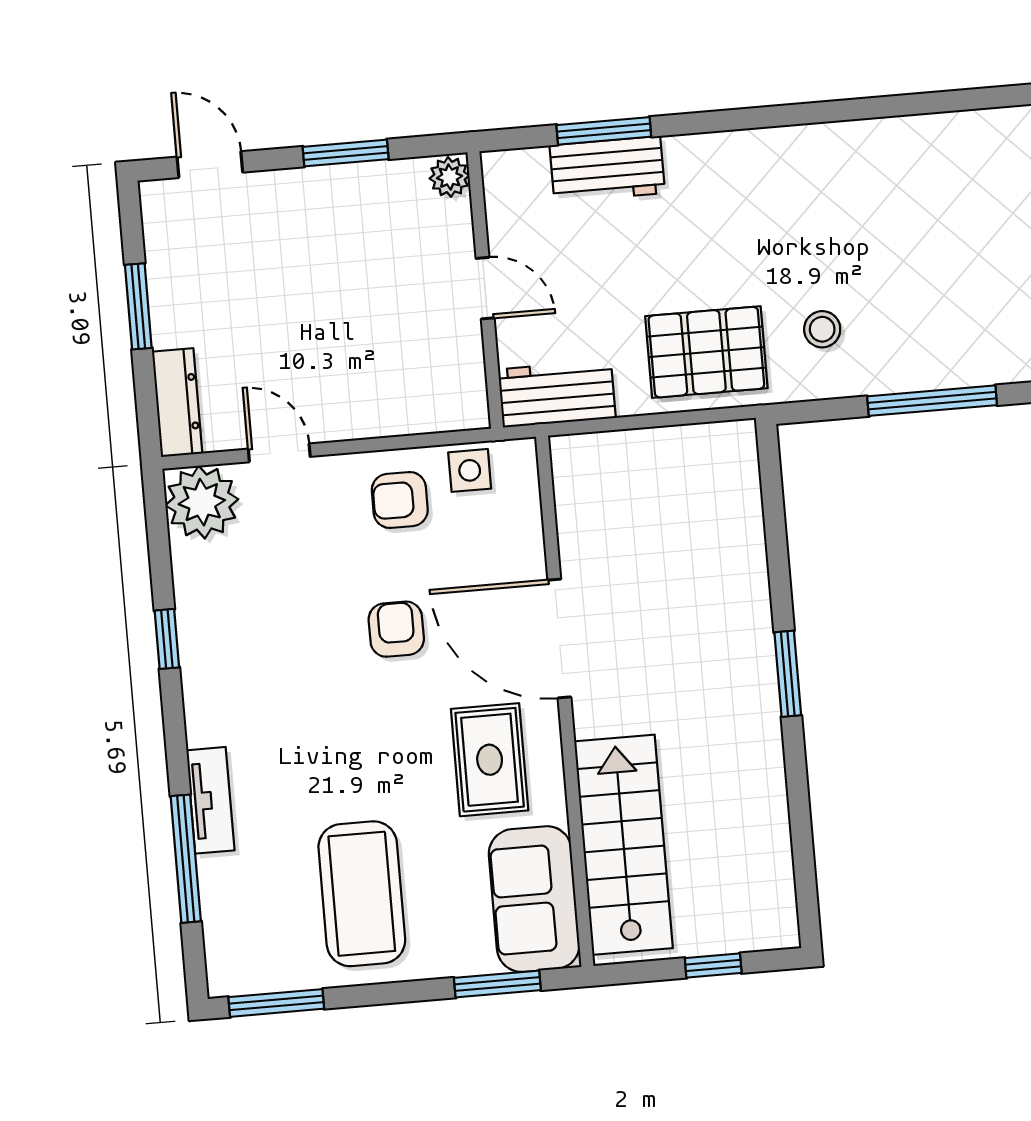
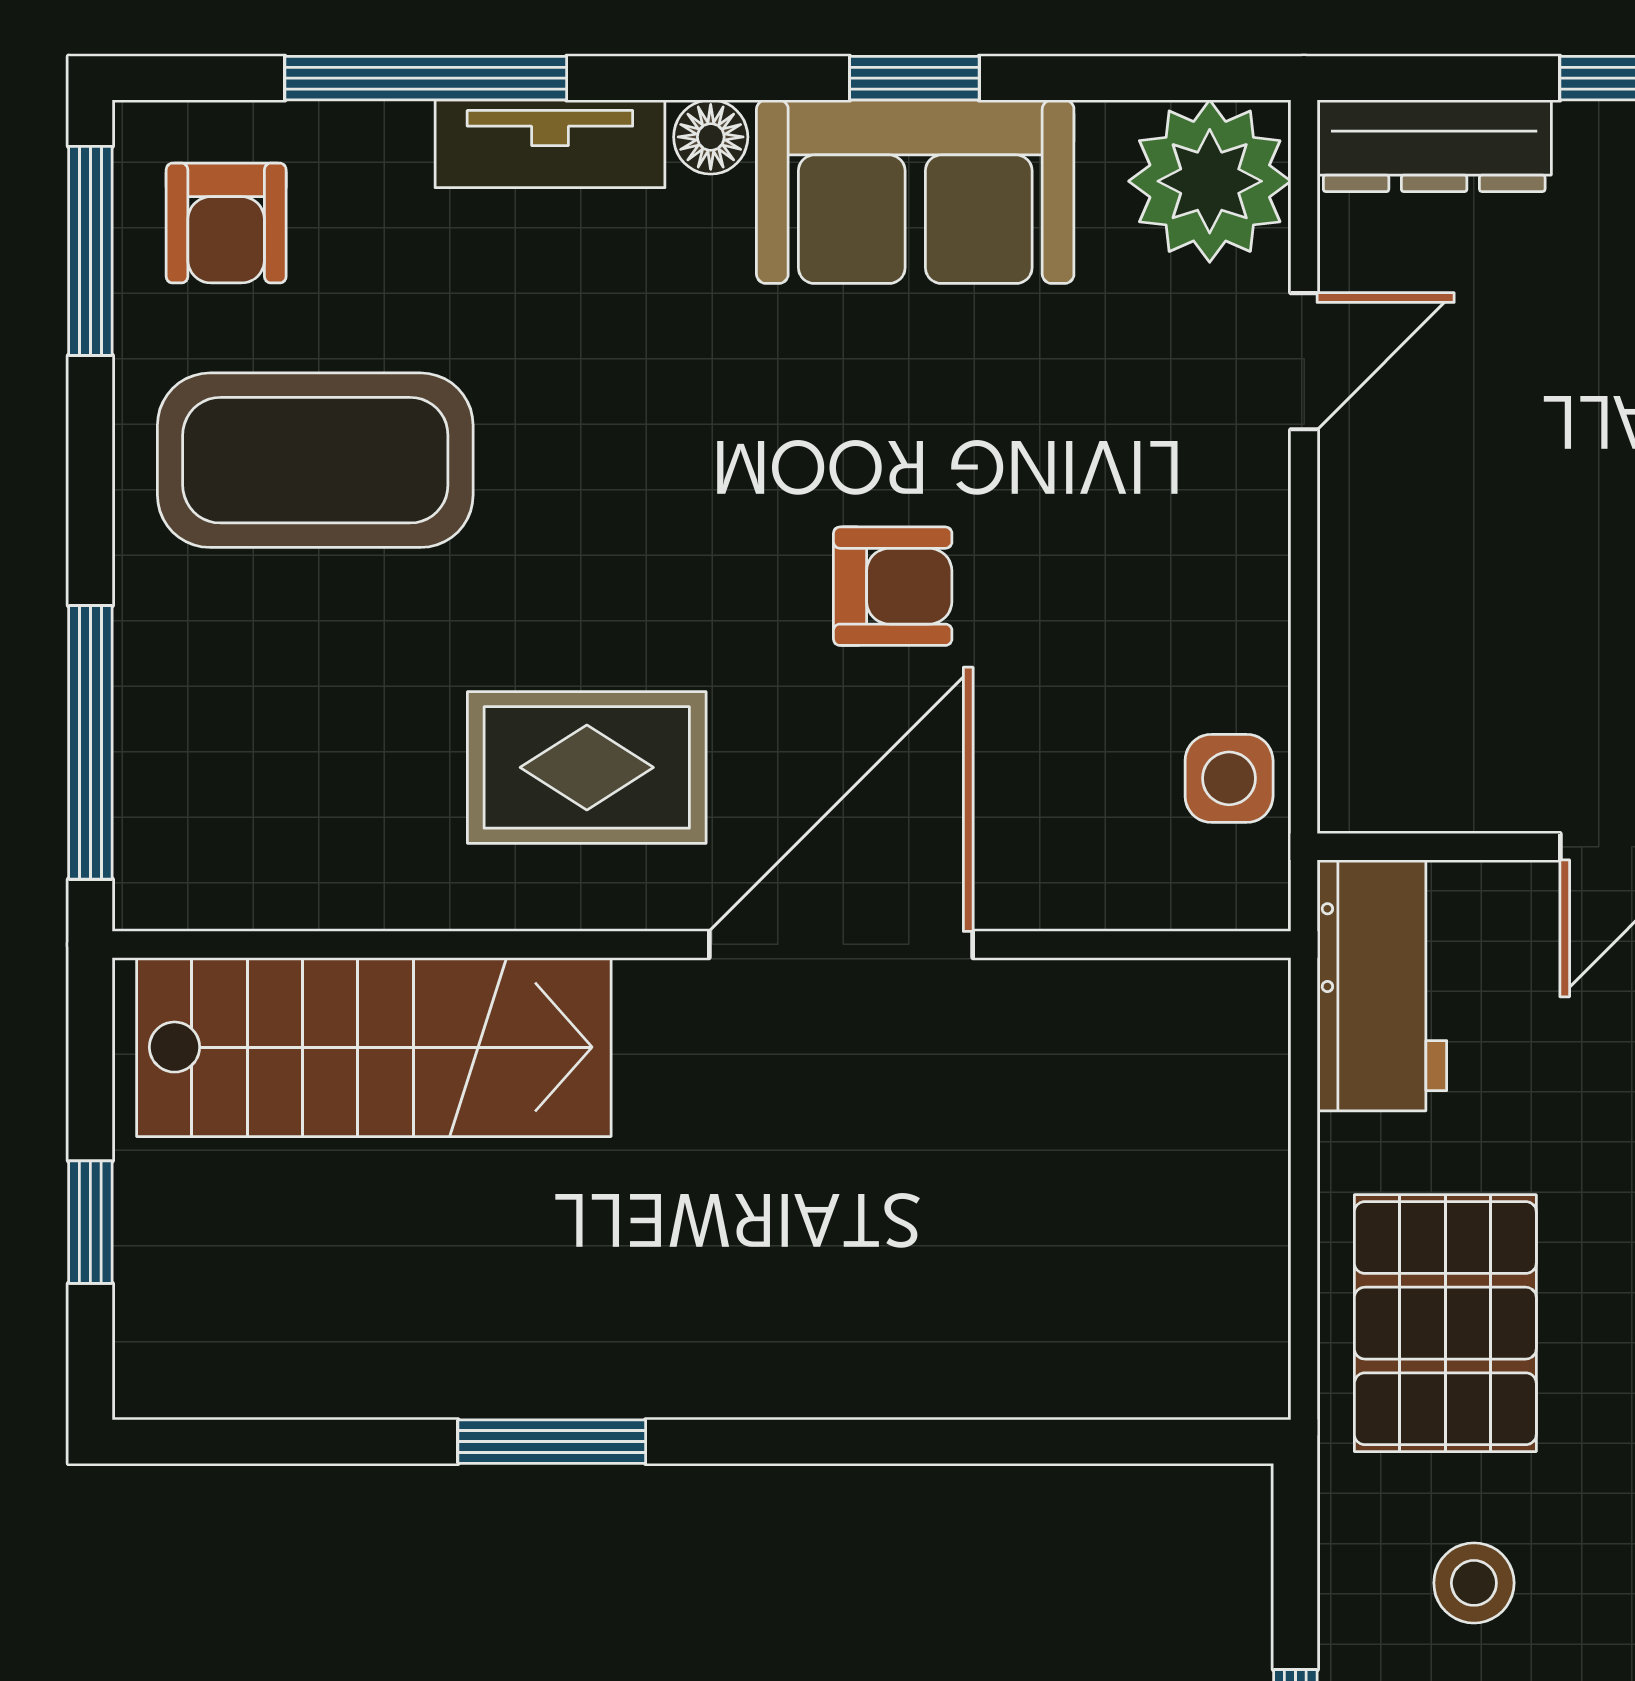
armchair: (400, 500) -> (226, 223), moved, turned 180
window: (788, 674) -> (552, 1442), moved
floor lamp: (201, 728) -> (711, 137), added
sofa: (534, 899) -> (915, 192), moved, turned 180
window: (497, 984) -> (90, 742), width x1.44

